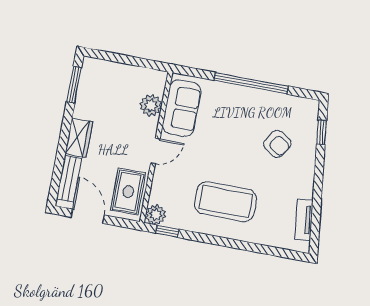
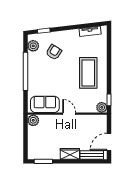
plant: (151, 105) -> (33, 120), moved
plant: (297, 107) -> (33, 46), added
rug: (128, 192) -> (93, 124), removed

